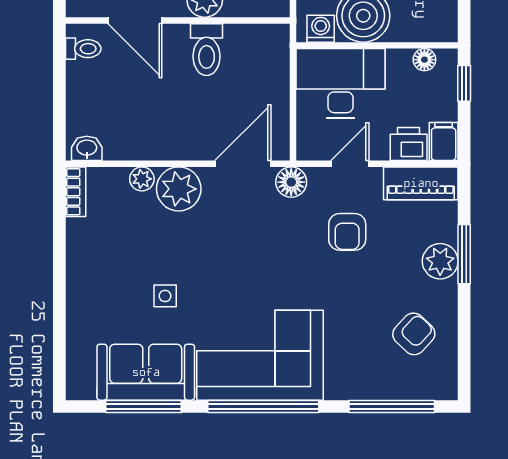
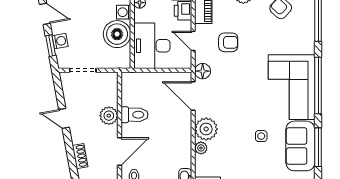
washing machine: (321, 29) -> (124, 12), moved

